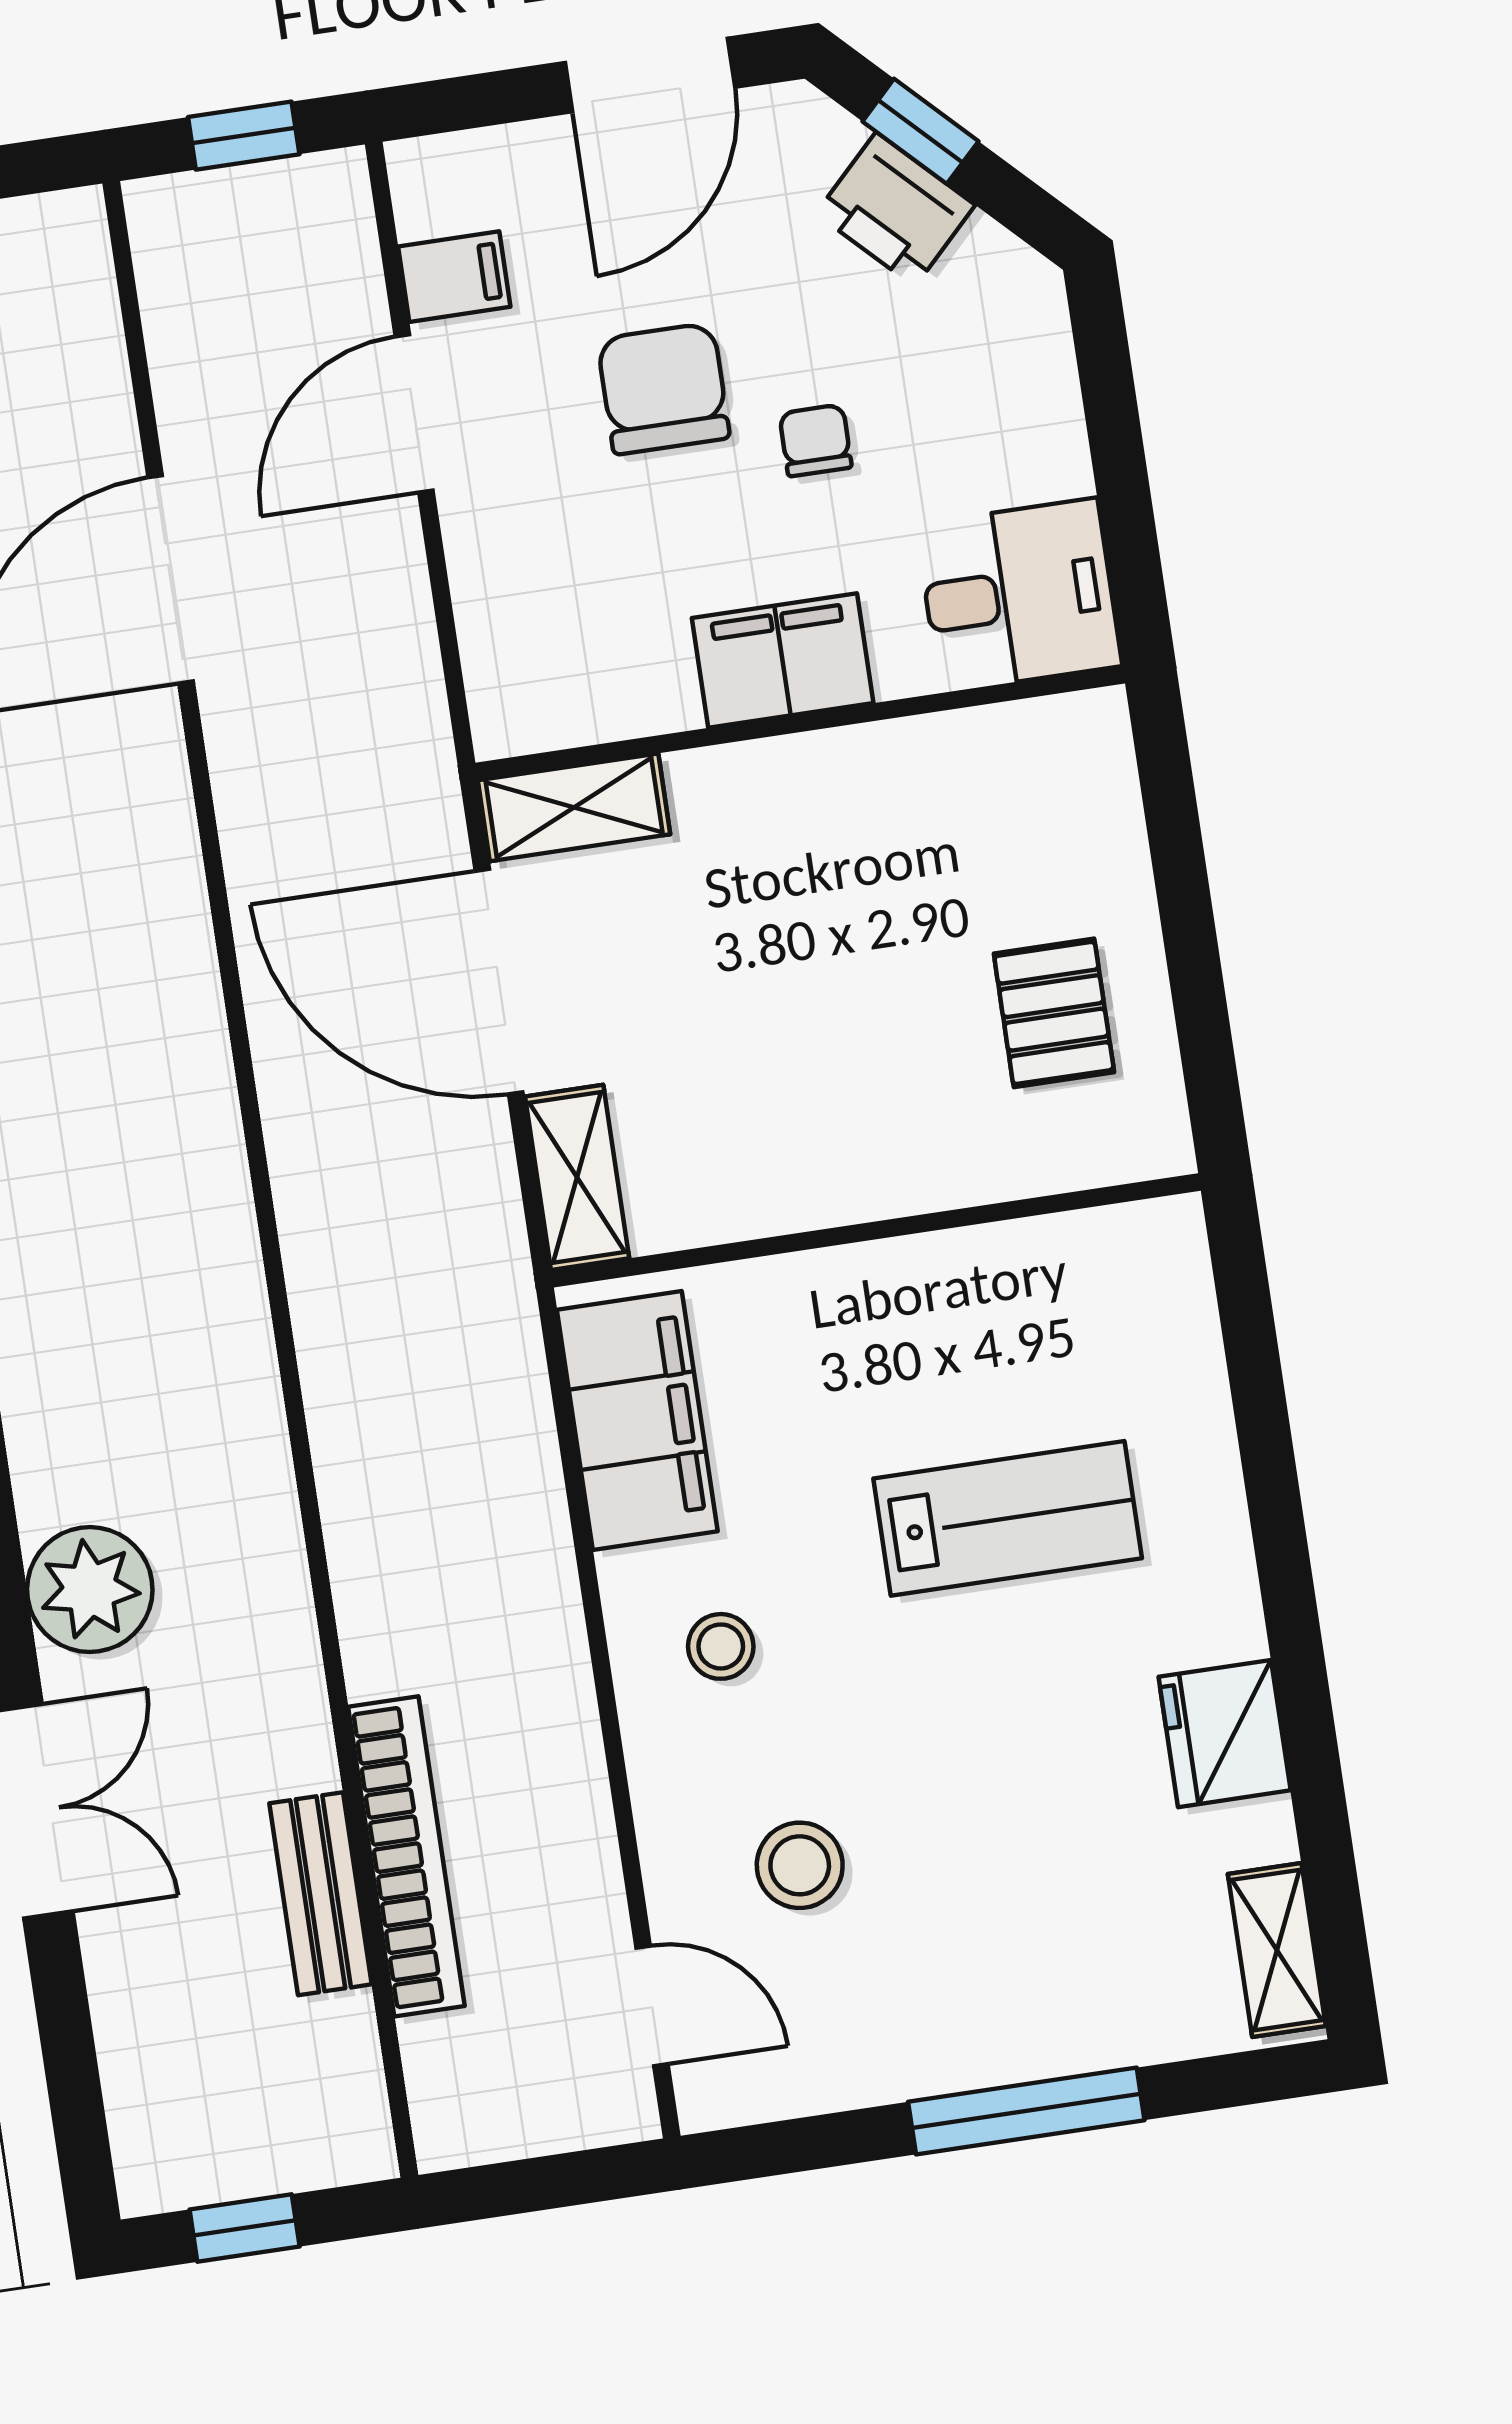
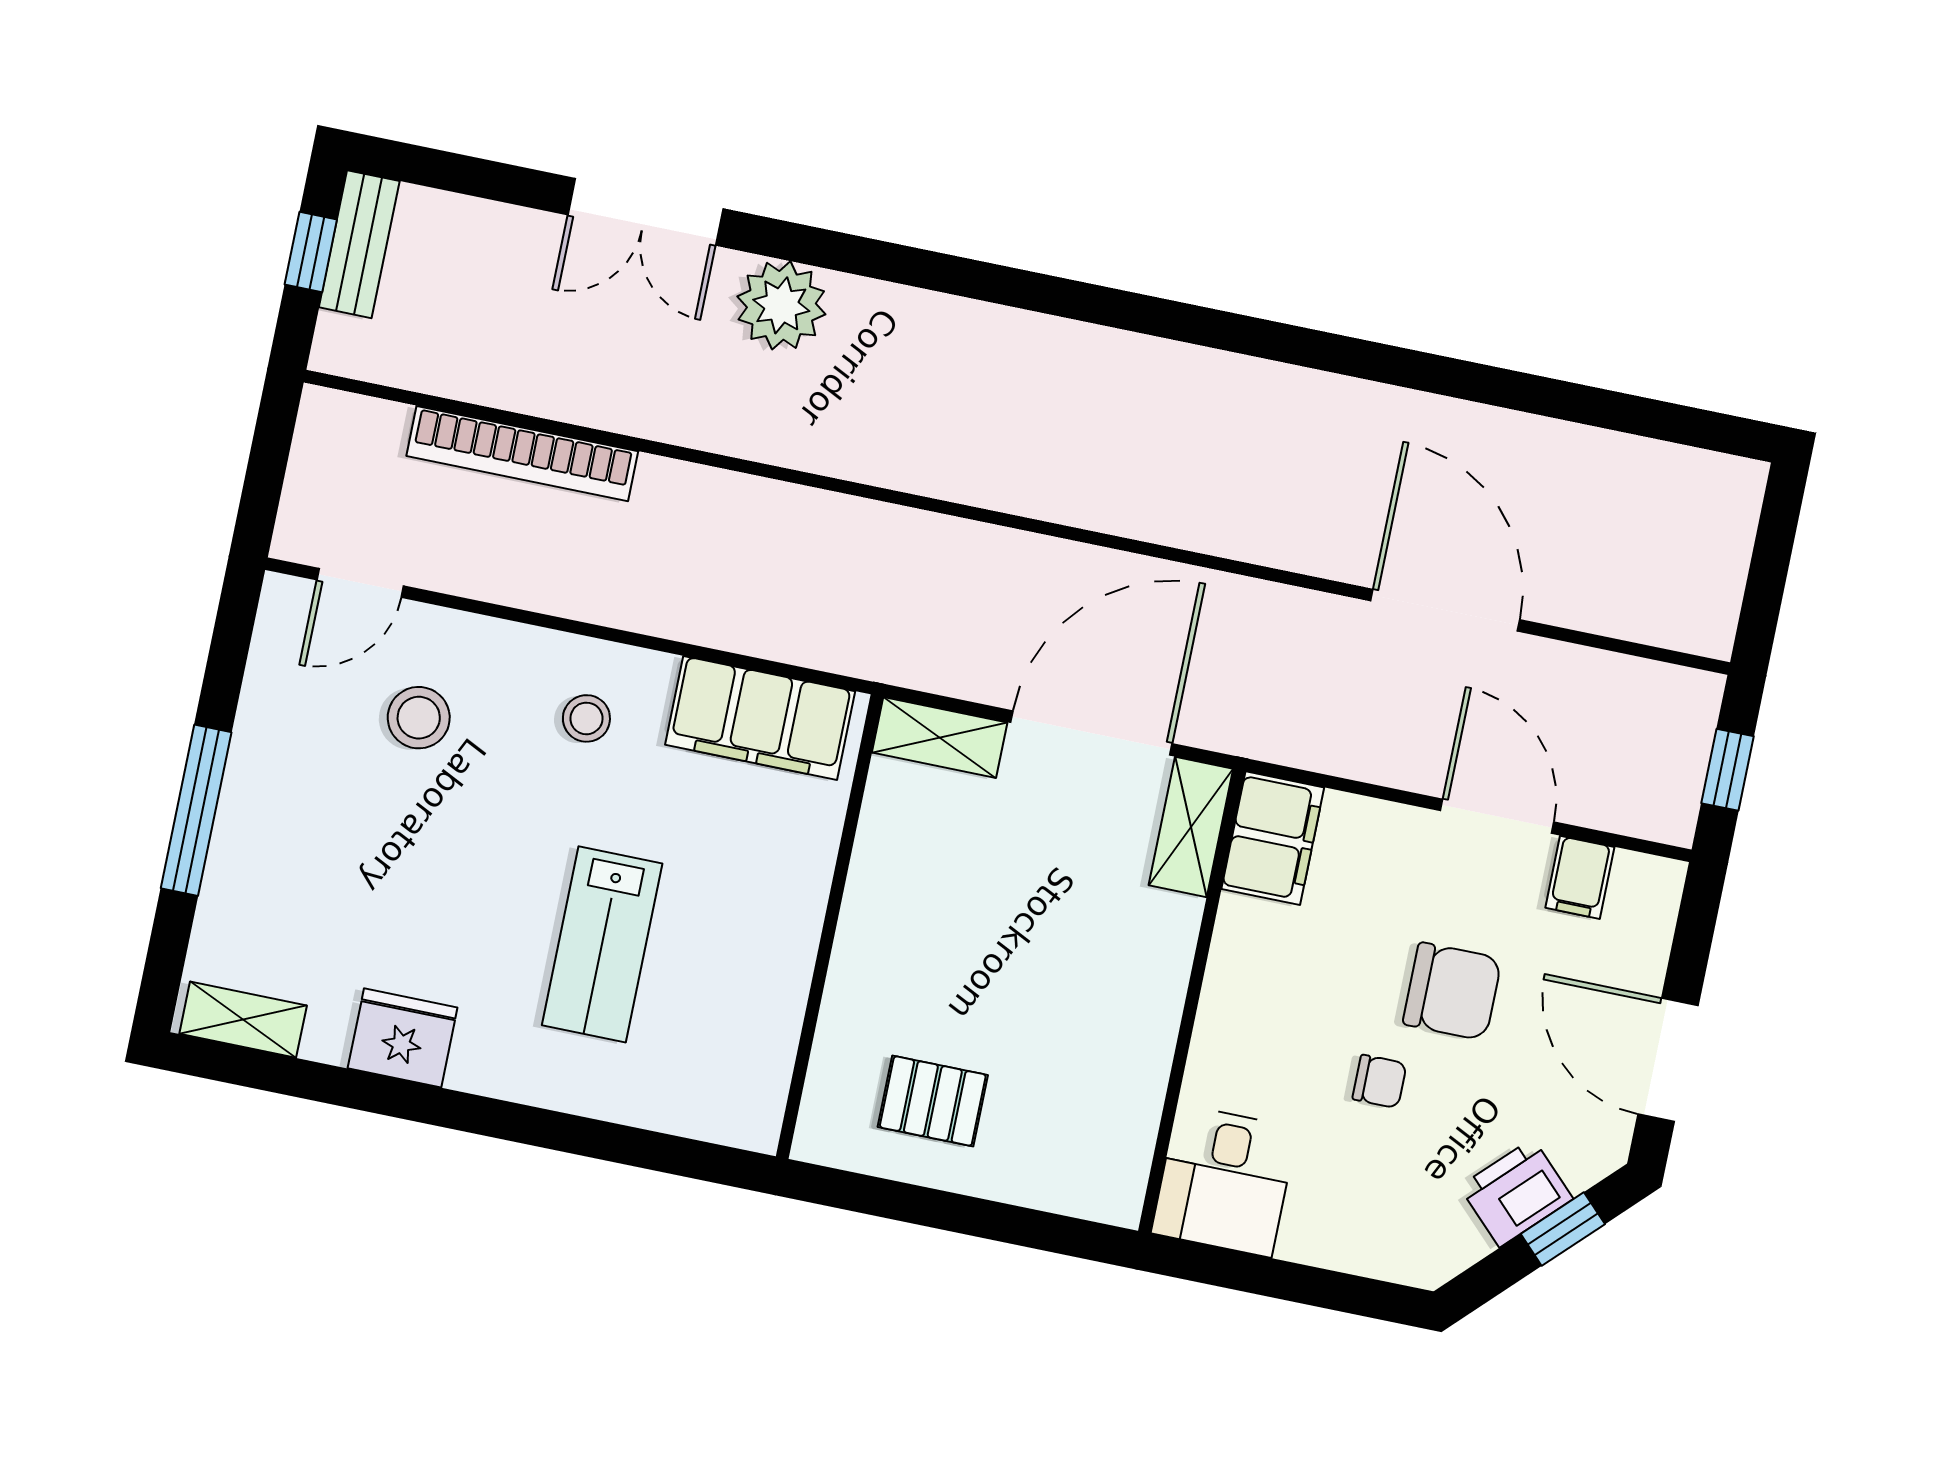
filing cabinet: (783, 661) -> (1273, 838), moved
bench: (321, 1894) -> (359, 244), moved, turned 90

